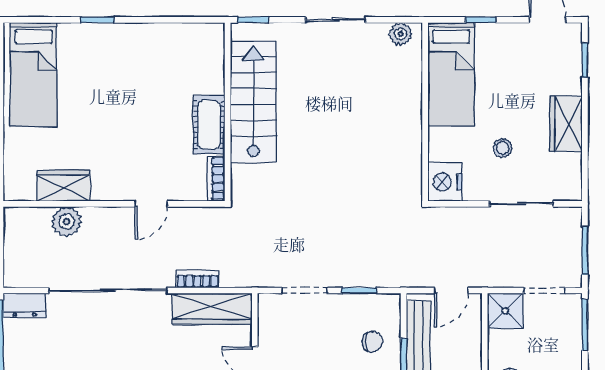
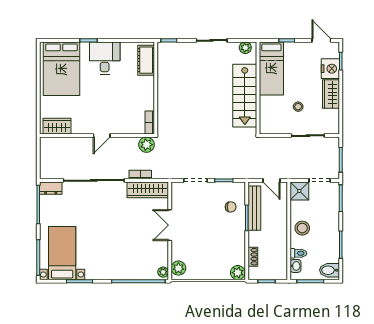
desk: (129, 54) -> (105, 58), added
bed: (34, 75) -> (61, 69), width x1.50
stairs: (253, 102) -> (245, 96), moved, turned 180
cot: (209, 125) -> (146, 60), moved
nightstand: (445, 182) -> (330, 69), moved, turned 180
wardrobe: (63, 186) -> (57, 126), moved
door: (151, 204) -> (102, 136), moved
plant: (67, 221) -> (146, 145), moved
door: (451, 290) -> (272, 180), hinge flipped

